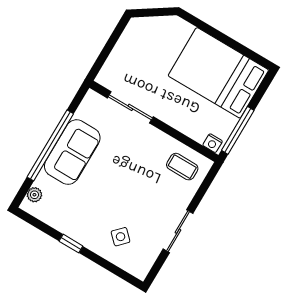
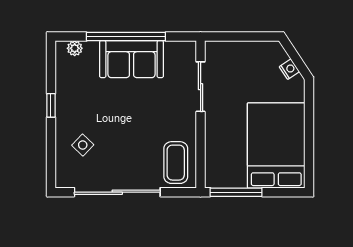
nightstand: (213, 143) -> (289, 69), moved, turned 146
coffee table: (182, 167) -> (176, 163), width x1.36, depth x1.30
sliding door: (178, 231) -> (117, 192), width x1.86

